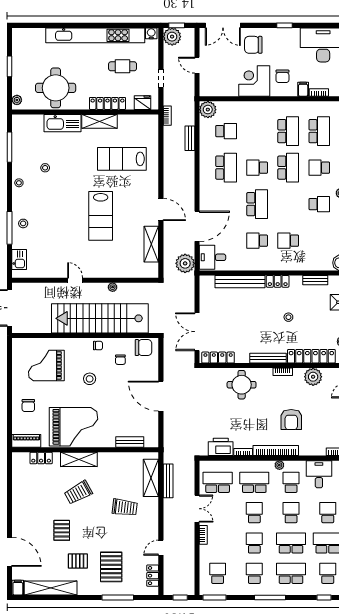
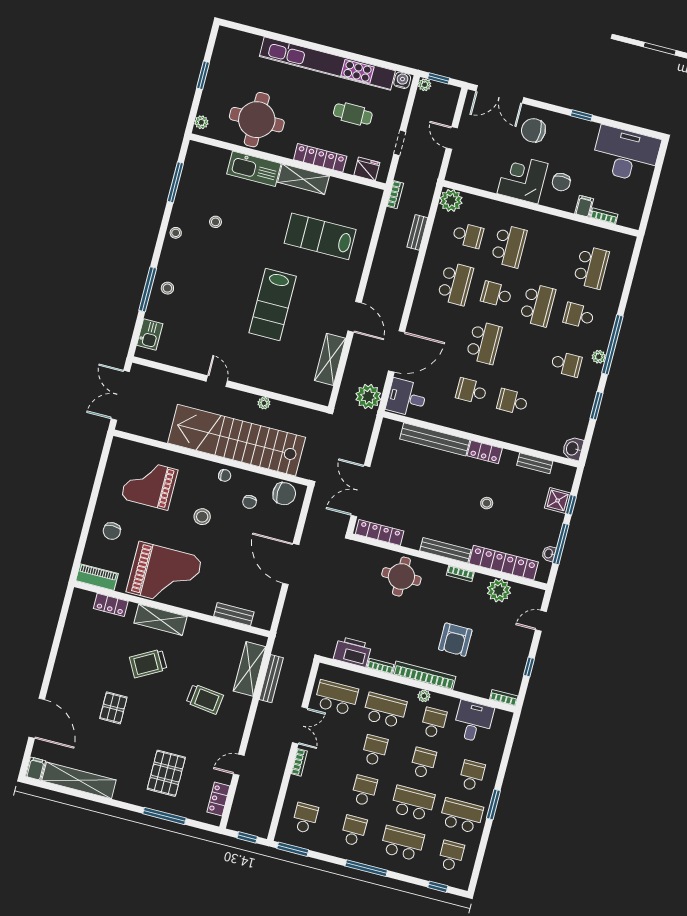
plant: (172, 37) -> (425, 85), width x0.53, depth x0.53
school desk: (288, 131) -> (509, 246), moved
pallet: (78, 561) -> (124, 754), removed

